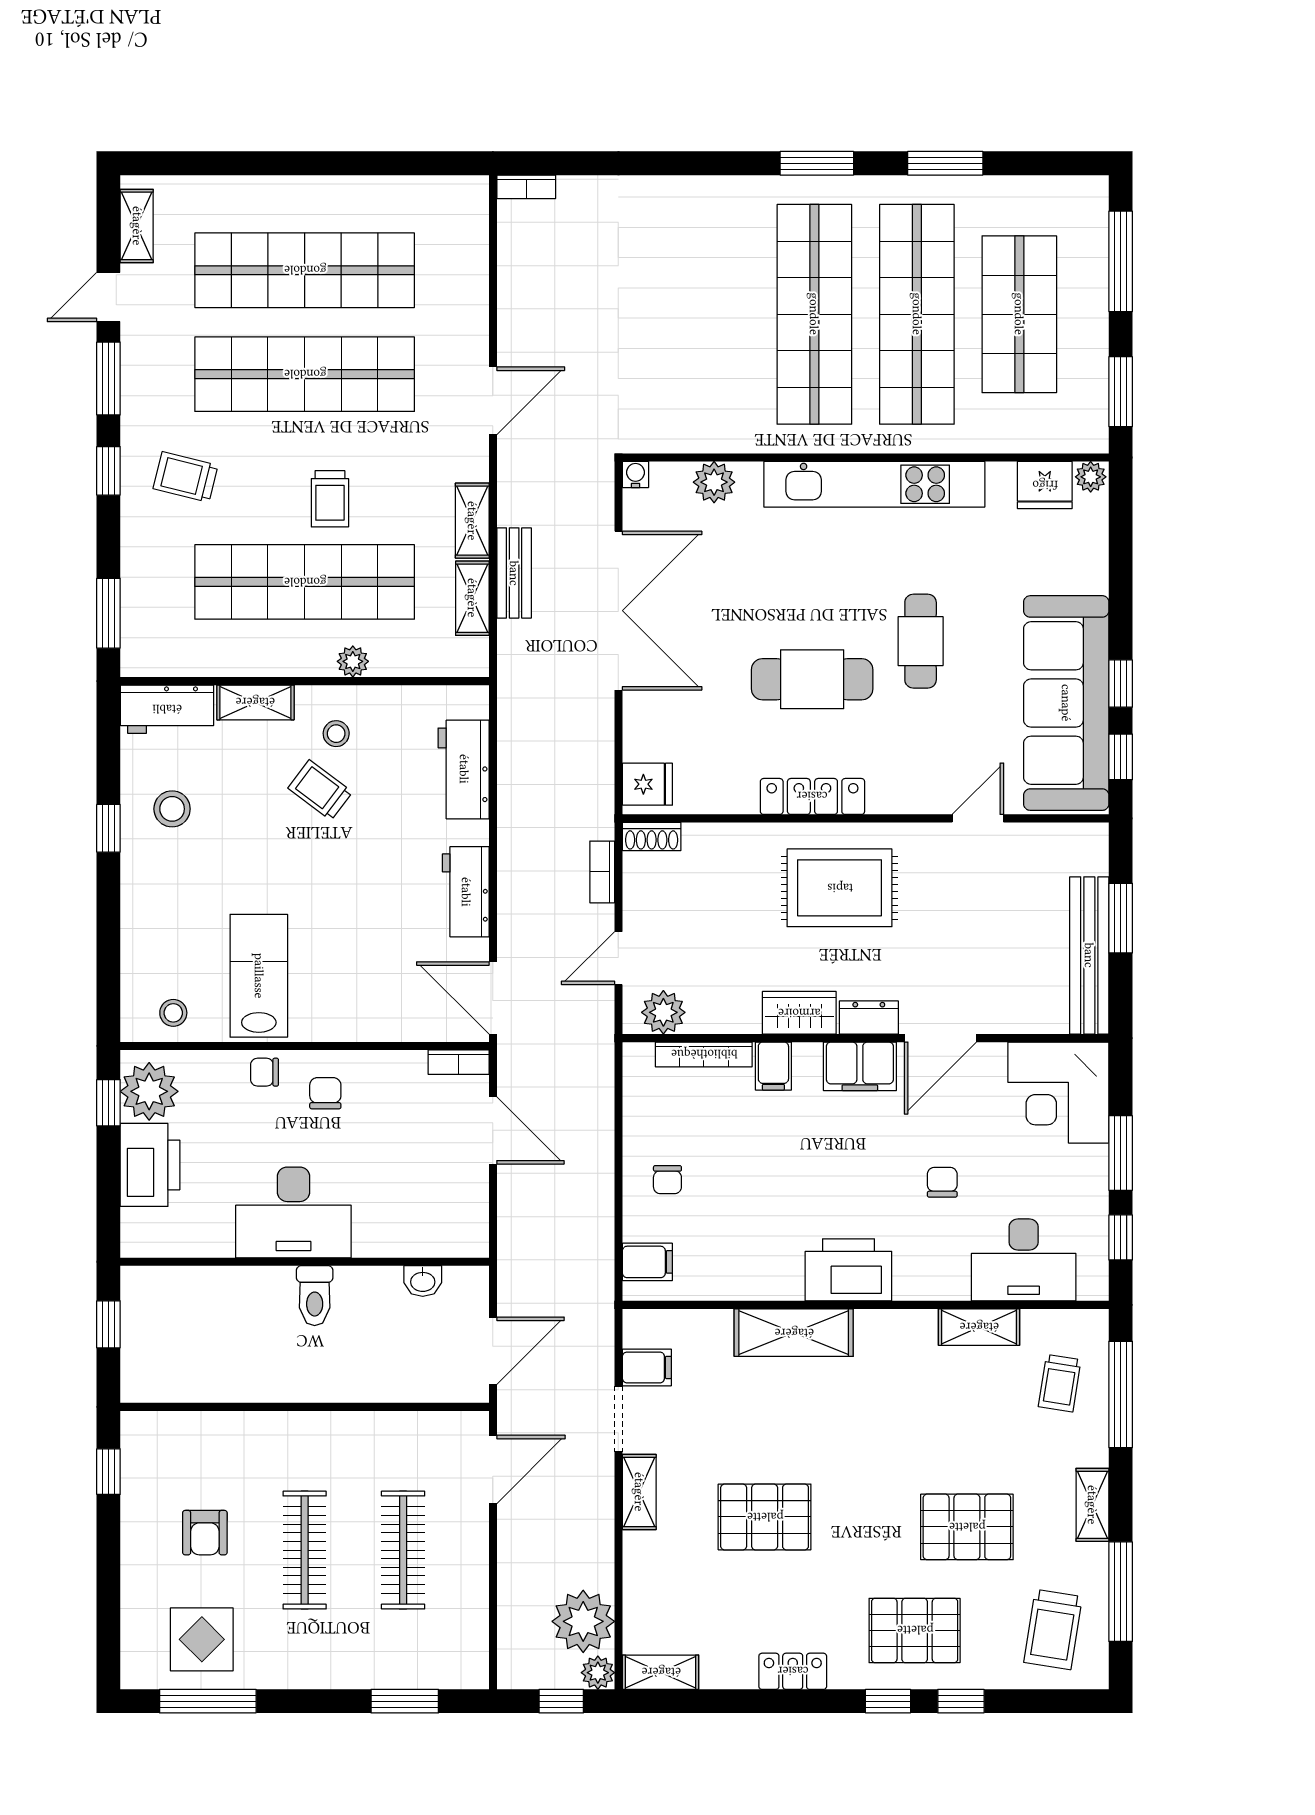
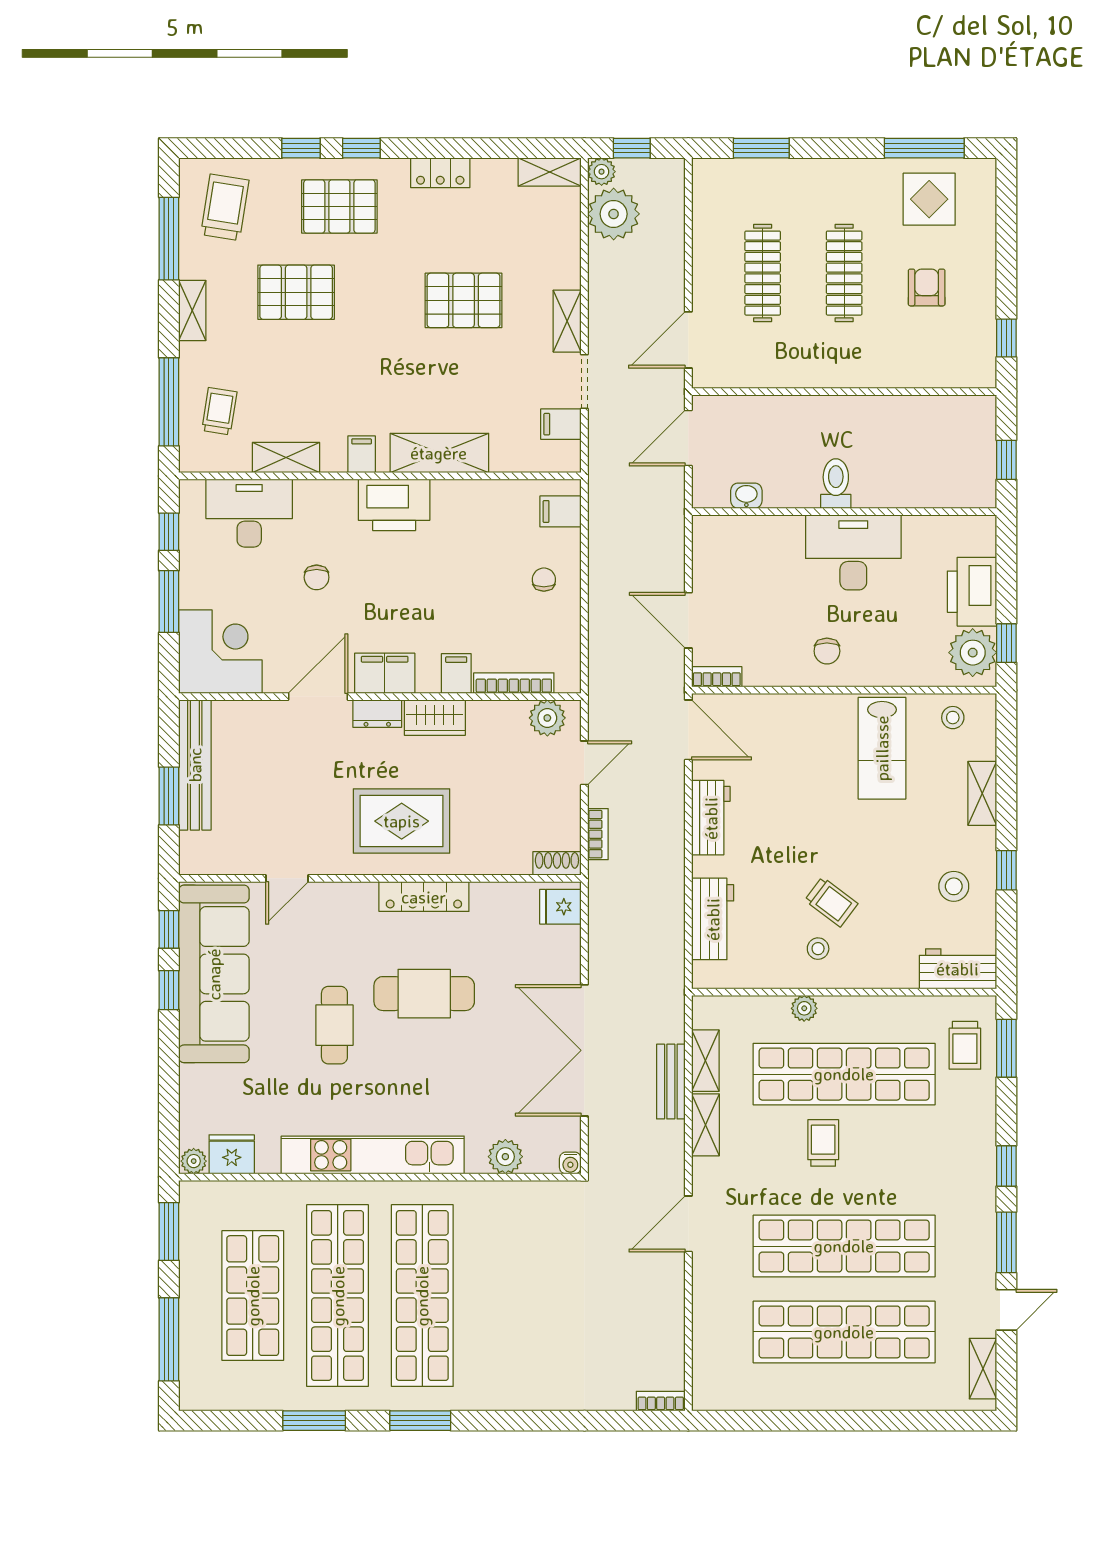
trolley: (186, 477) -> (965, 1045), moved, turned 76
shelving: (255, 702) -> (982, 793), moved, turned 90
chair: (265, 1072) -> (877, 668), removed
filing cabinet: (888, 1331) -> (362, 454), added

